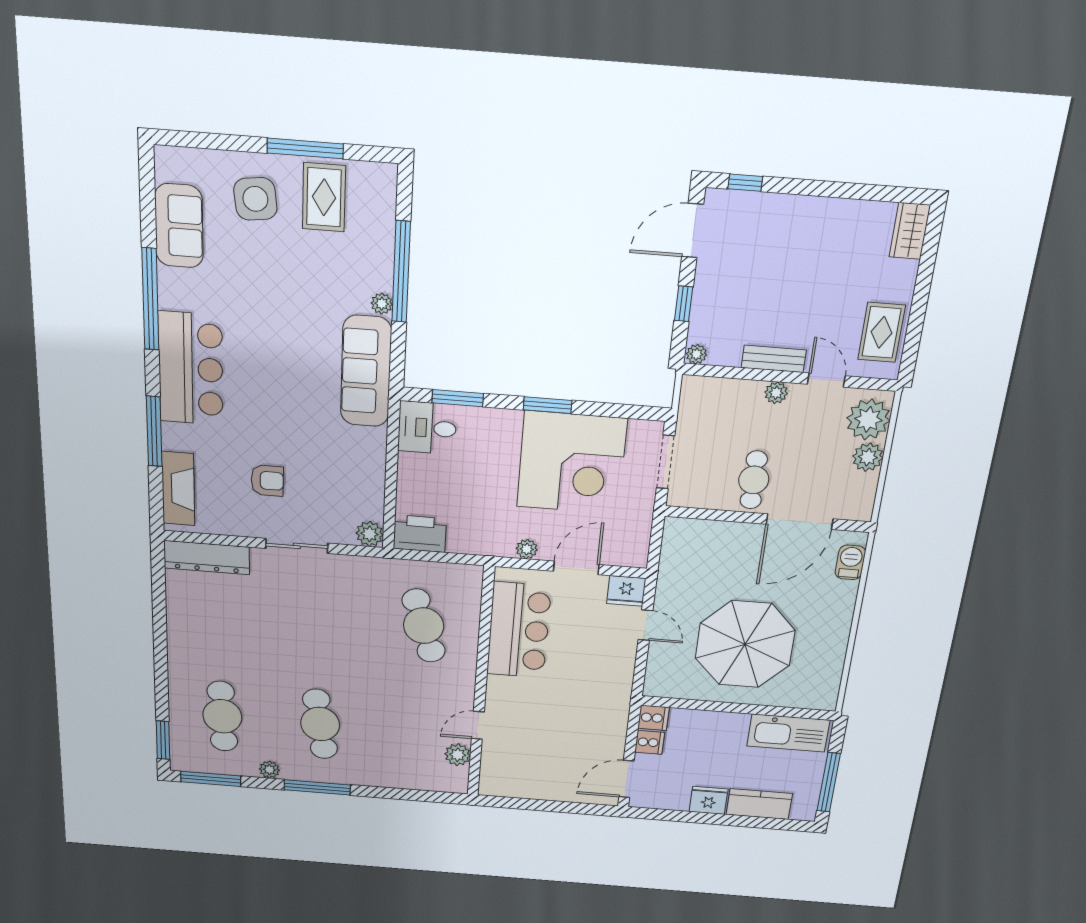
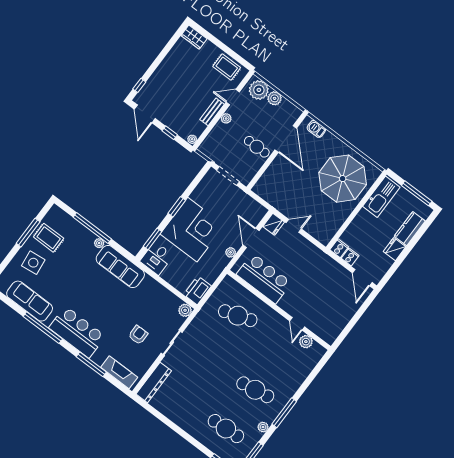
sofa: (179, 226) -> (30, 301), width x1.36
corner desk: (572, 463) -> (192, 230), moved
parasol: (745, 644) -> (343, 179), moved

